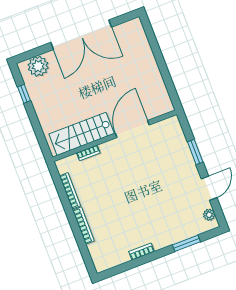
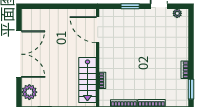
door: (132, 129) -> (98, 30), moved
window: (186, 243) -> (191, 89), moved

